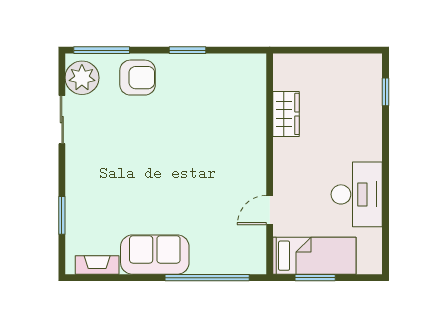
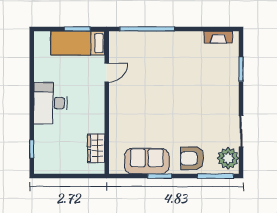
wardrobe: (286, 114) -> (96, 148), moved
desk: (357, 194) -> (50, 103), moved
sofa: (155, 255) -> (147, 161), moved, turned 180

